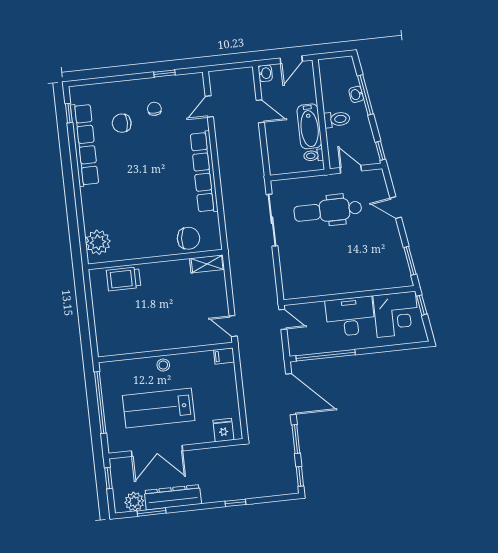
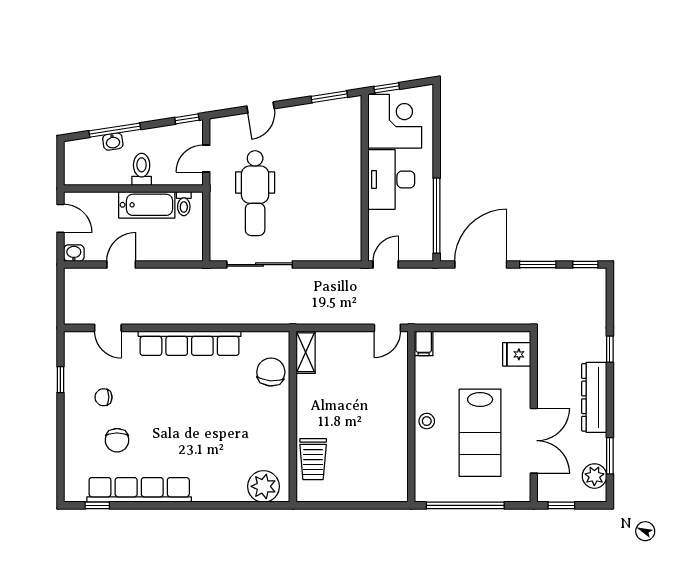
dresser: (173, 497) -> (594, 397), moved

